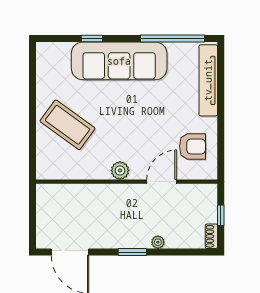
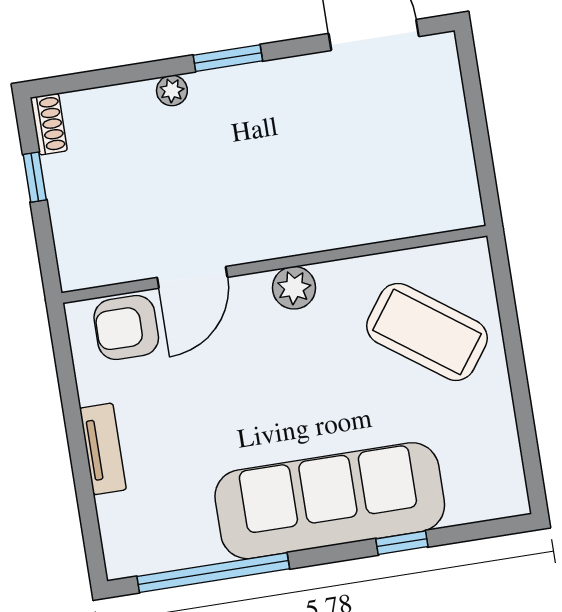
tv unit: (208, 80) -> (103, 449), width x0.52, depth x0.78
plant: (120, 170) -> (294, 288), moved
wall: (127, 182) -> (274, 264), moved
door: (162, 182) -> (192, 277), moved

